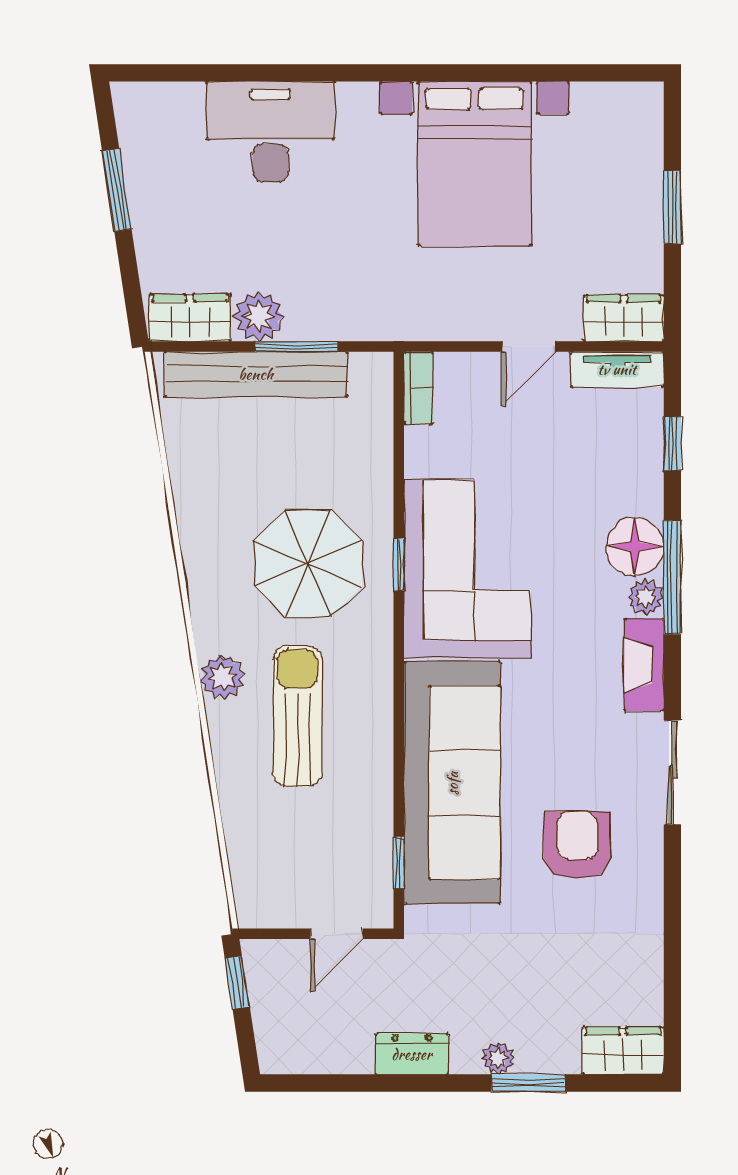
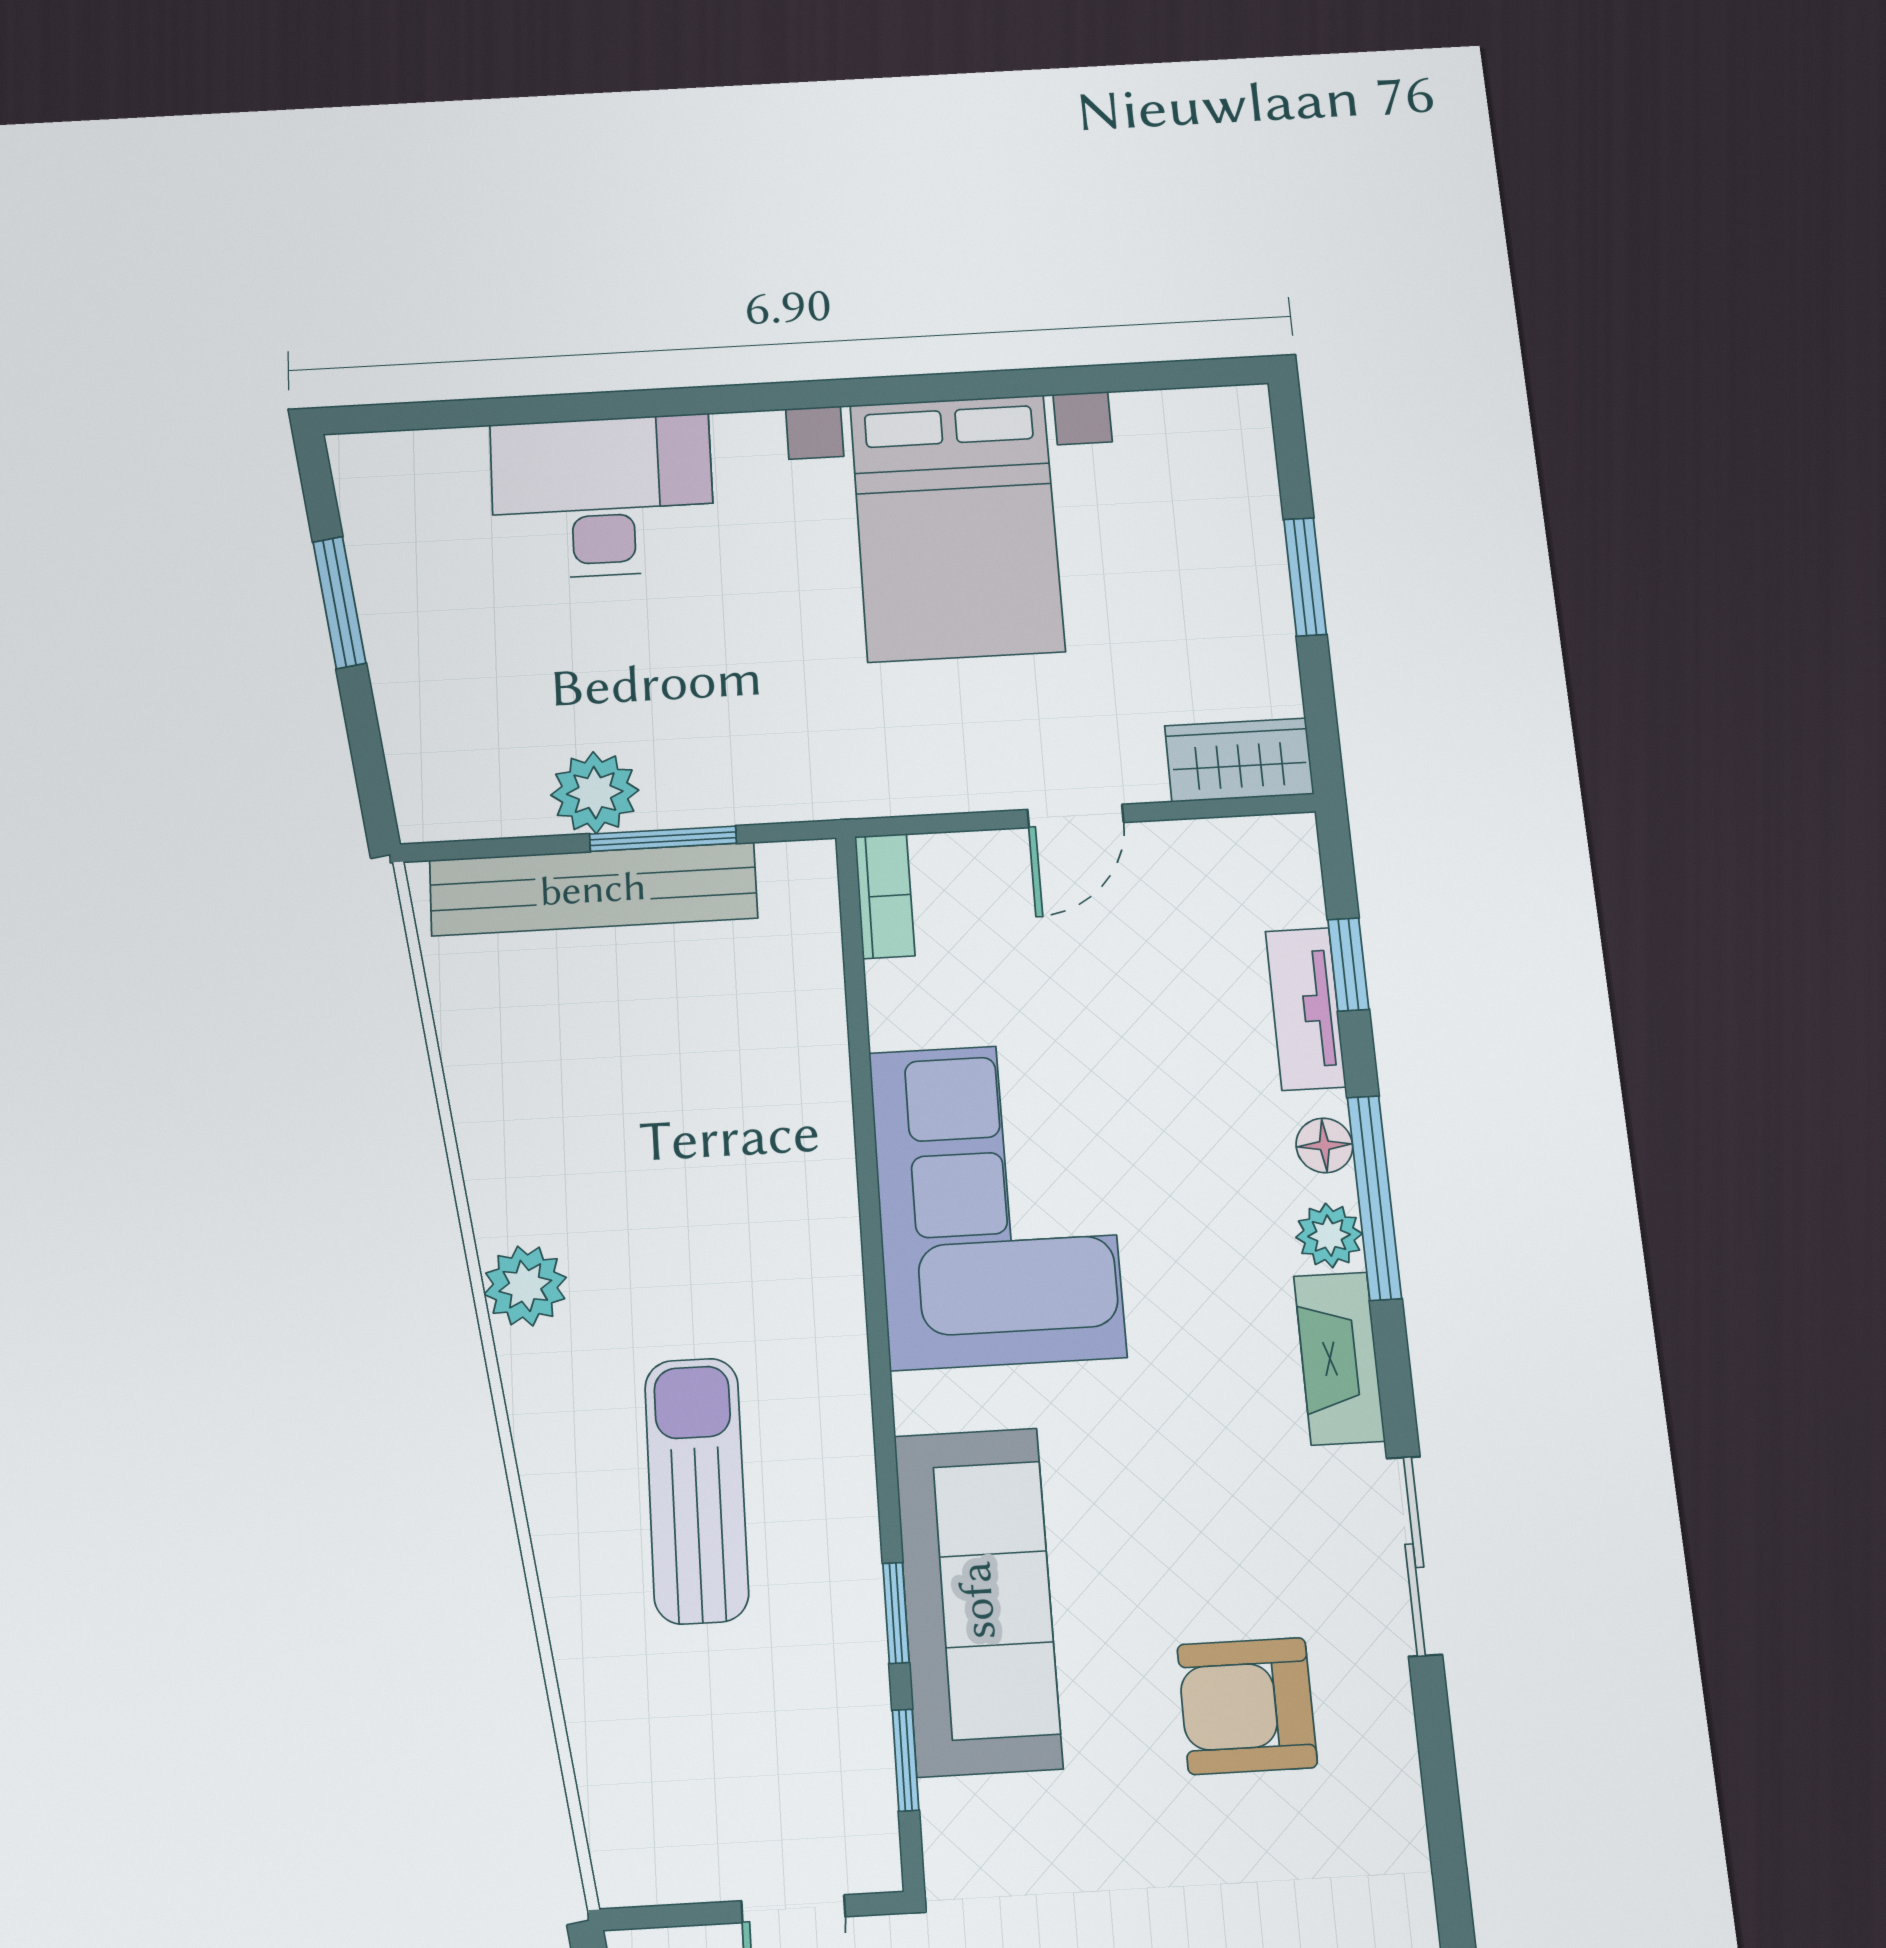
wardrobe: (190, 318) -> (472, 802), removed
tv unit: (617, 369) -> (1305, 1009), moved, turned 90
floor lamp: (635, 547) -> (1324, 1145), width x0.53, depth x0.53
parasol: (308, 563) -> (702, 1210), removed
window: (399, 564) -> (896, 1613), moved
plant: (222, 677) -> (525, 1286), moved
sofa: (452, 783) -> (977, 1600), width x0.74, depth x0.79
armchair: (577, 845) -> (1247, 1706), turned -90

